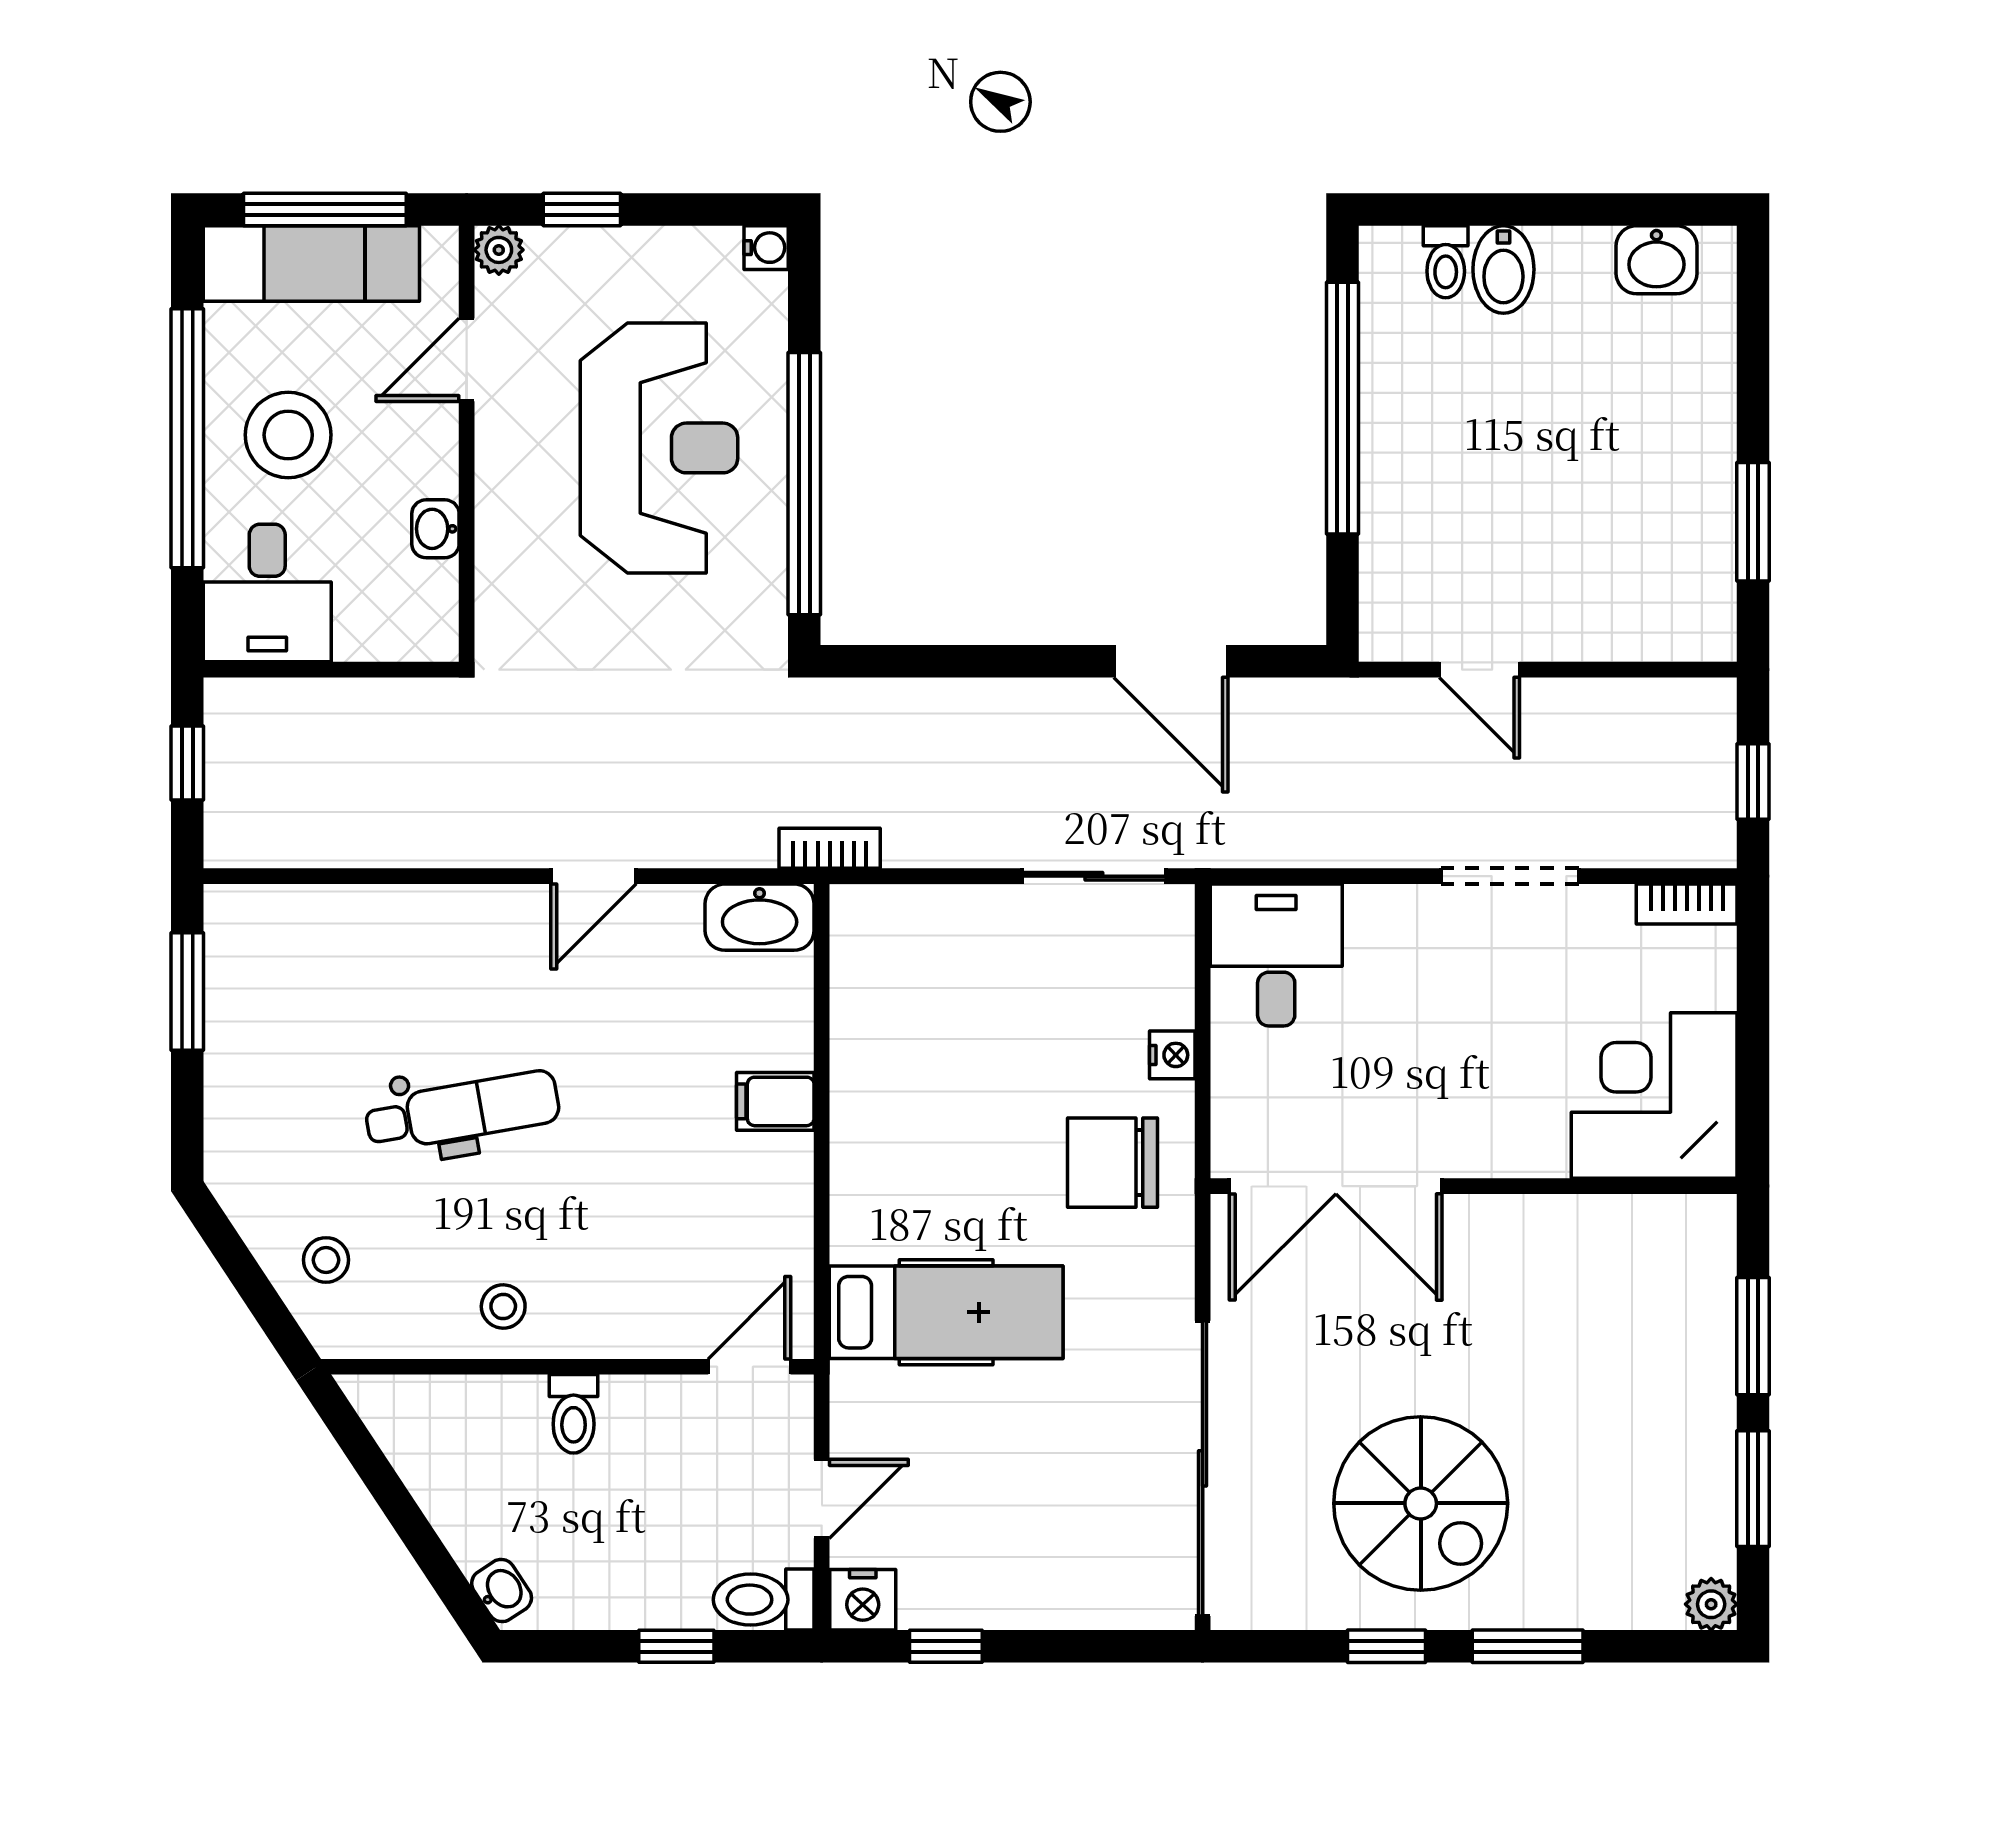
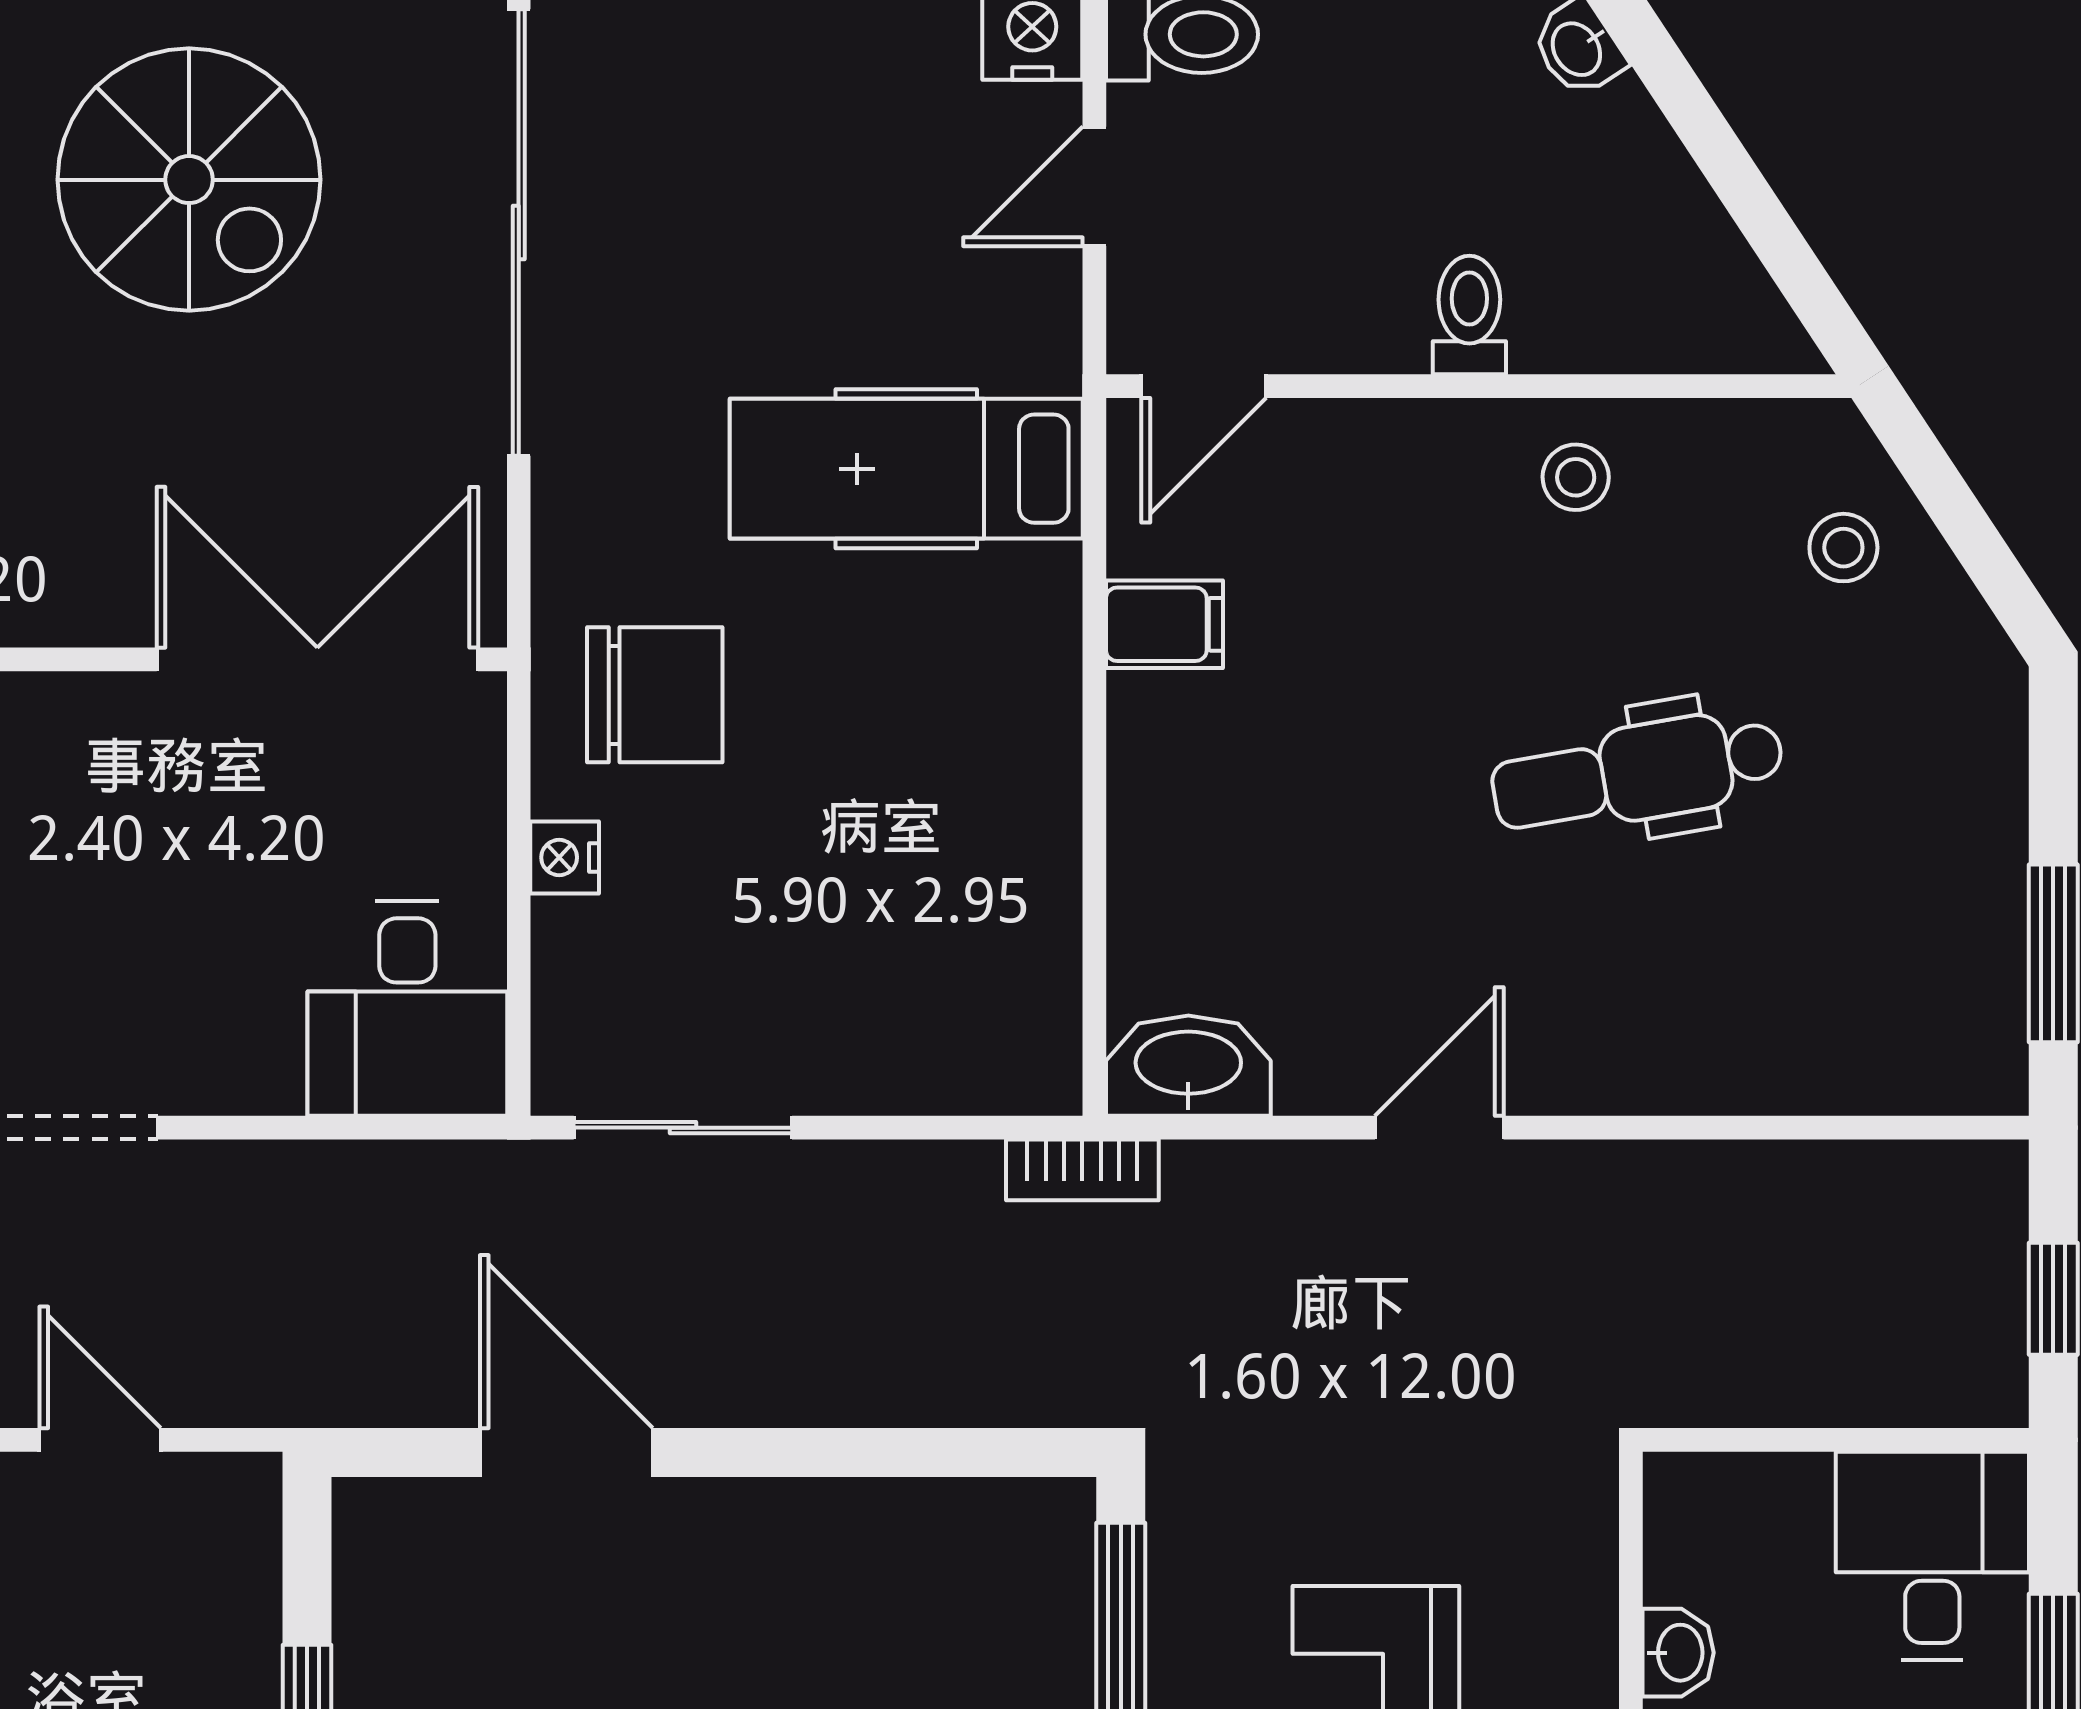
filing cabinet: (775, 1101) -> (1164, 624), moved
spiral stairs: (1421, 1503) -> (189, 180), turned 180

